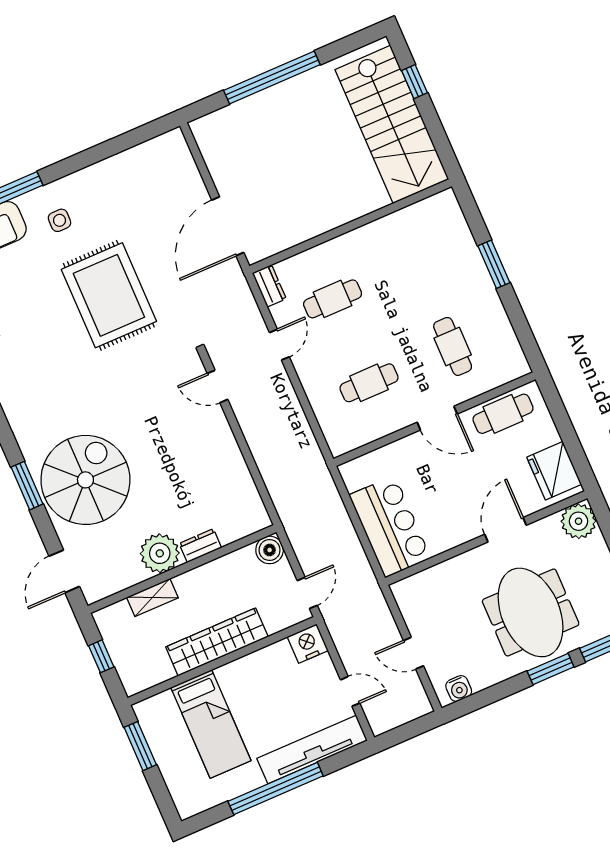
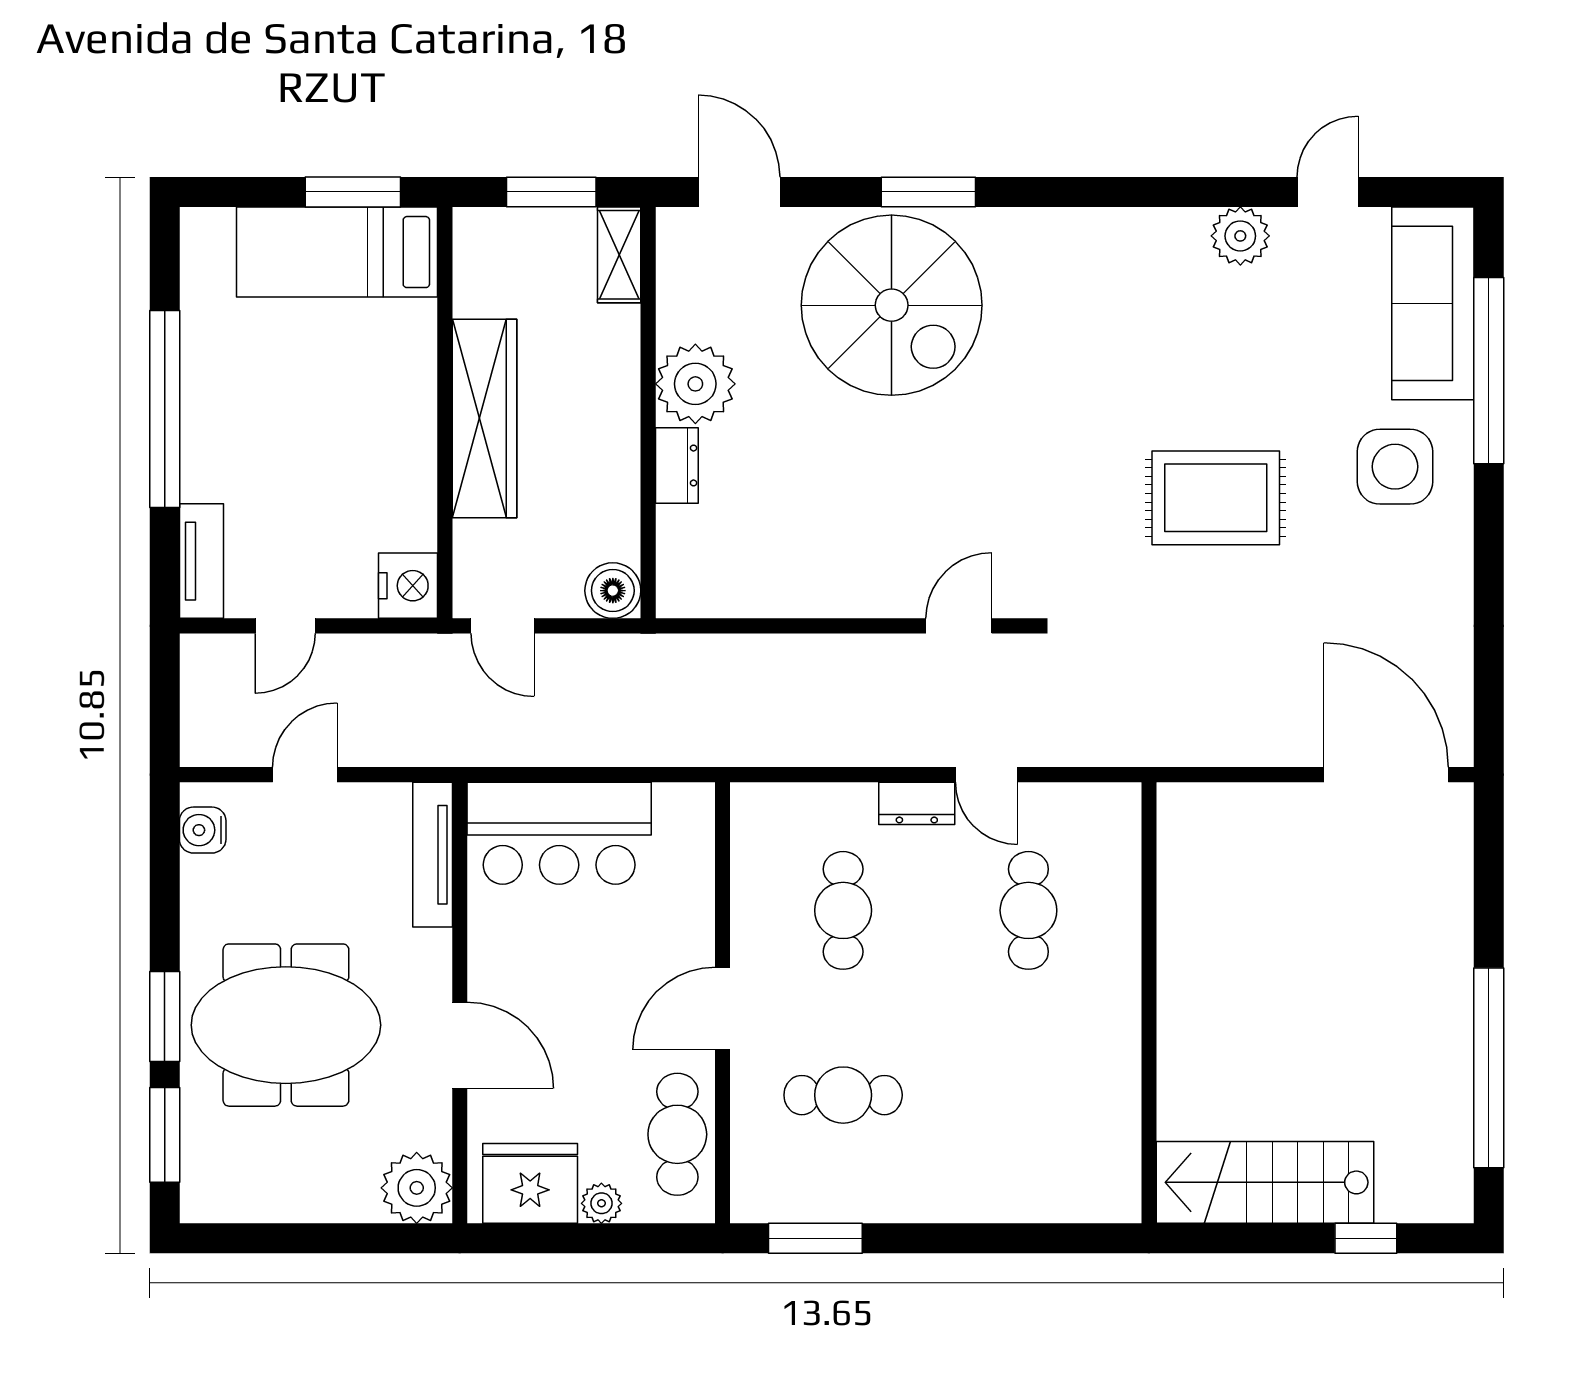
window: (272, 78) -> (1489, 1068), moved
stairs: (392, 124) -> (1265, 1182), width x0.73, depth x0.66
side table: (59, 220) -> (1395, 467), width x1.87, depth x1.87
door: (228, 226) -> (1386, 775), moved
window: (494, 264) -> (815, 1238), moved
dresser: (269, 286) -> (917, 803), moved
rug: (109, 295) -> (1216, 498), width x0.73, depth x0.69
plant: (549, 435) -> (601, 1203), added
tv unit: (425, 580) -> (433, 855), added
shelving: (152, 597) -> (619, 255), moved
window: (101, 656) -> (551, 192), width x1.50
bed: (211, 724) -> (337, 252), moved
tv unit: (312, 750) -> (201, 561), width x0.52, depth x0.78

